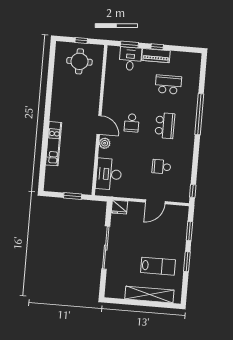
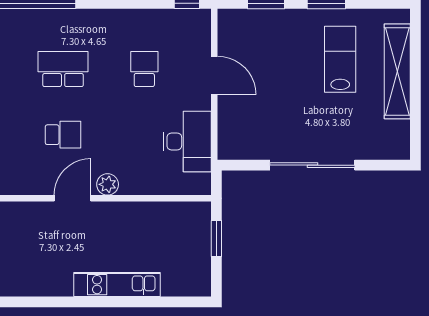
school desk: (161, 167) -> (144, 69), turned 180
desk: (109, 174) -> (187, 141), moved, turned -90
fridge: (119, 207) -> (230, 145), removed

